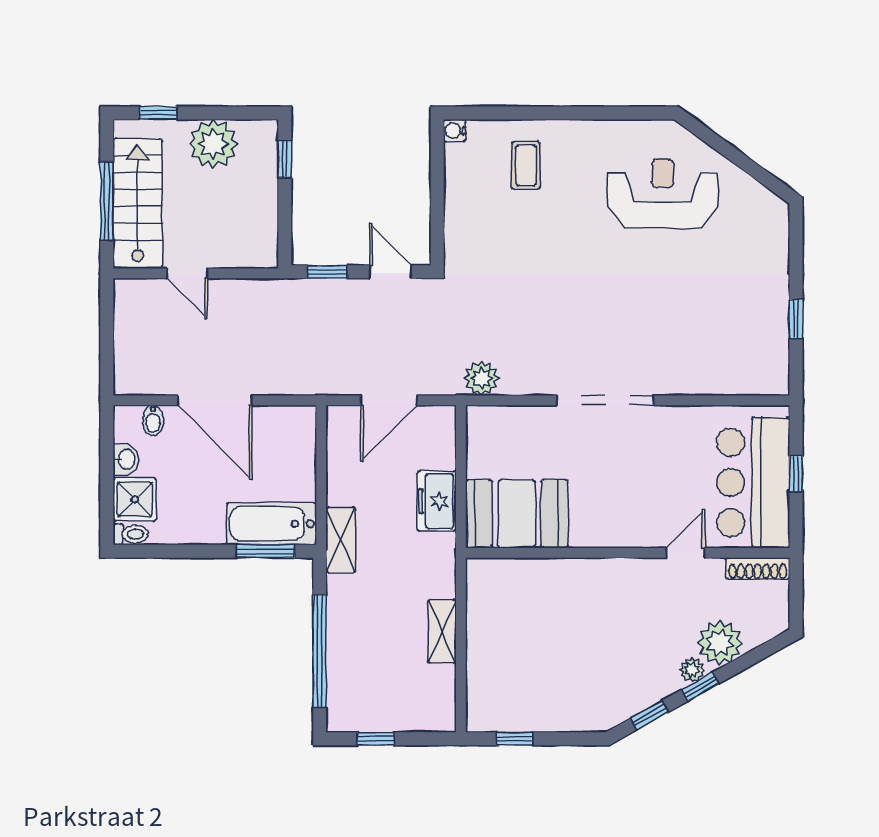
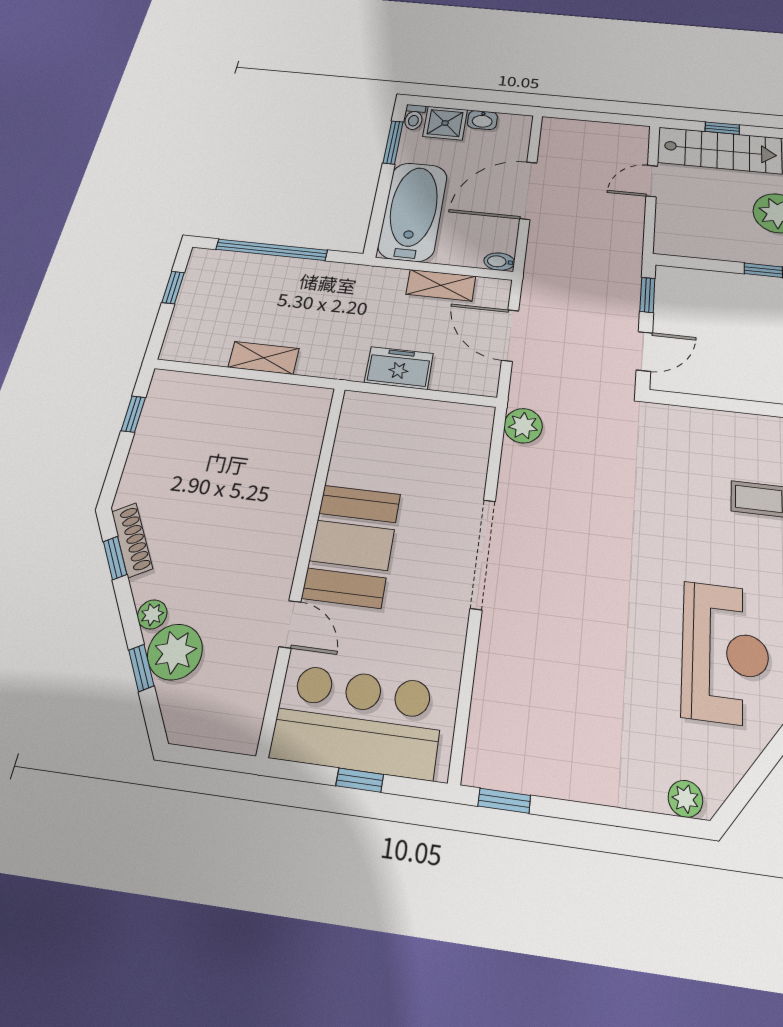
window: (107, 201) -> (722, 128), width x0.46
plant: (777, 223) -> (685, 799), added
window: (796, 319) -> (504, 801), moved
bidet: (153, 420) -> (499, 262), moved
booth: (517, 514) -> (352, 545), moved
bathtub: (272, 524) -> (413, 211), width x1.36, depth x1.36
shelving: (341, 540) -> (441, 285), moved
window: (265, 551) -> (393, 142), moved
shoe rack: (758, 568) -> (132, 540), moved, turned 151
window: (700, 687) -> (141, 668), moved

